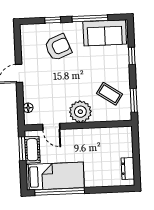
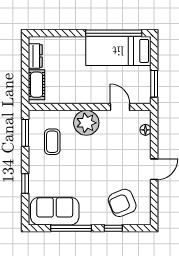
armchair: (58, 47) -> (122, 203), moved
coffee table: (110, 94) -> (52, 142), turned 56
cot: (32, 150) -> (37, 85), moved

